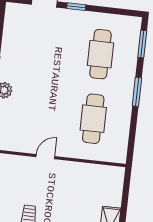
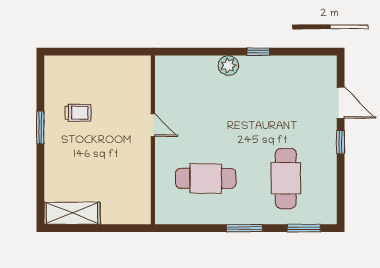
cafe table: (100, 54) -> (286, 178), turned 90

